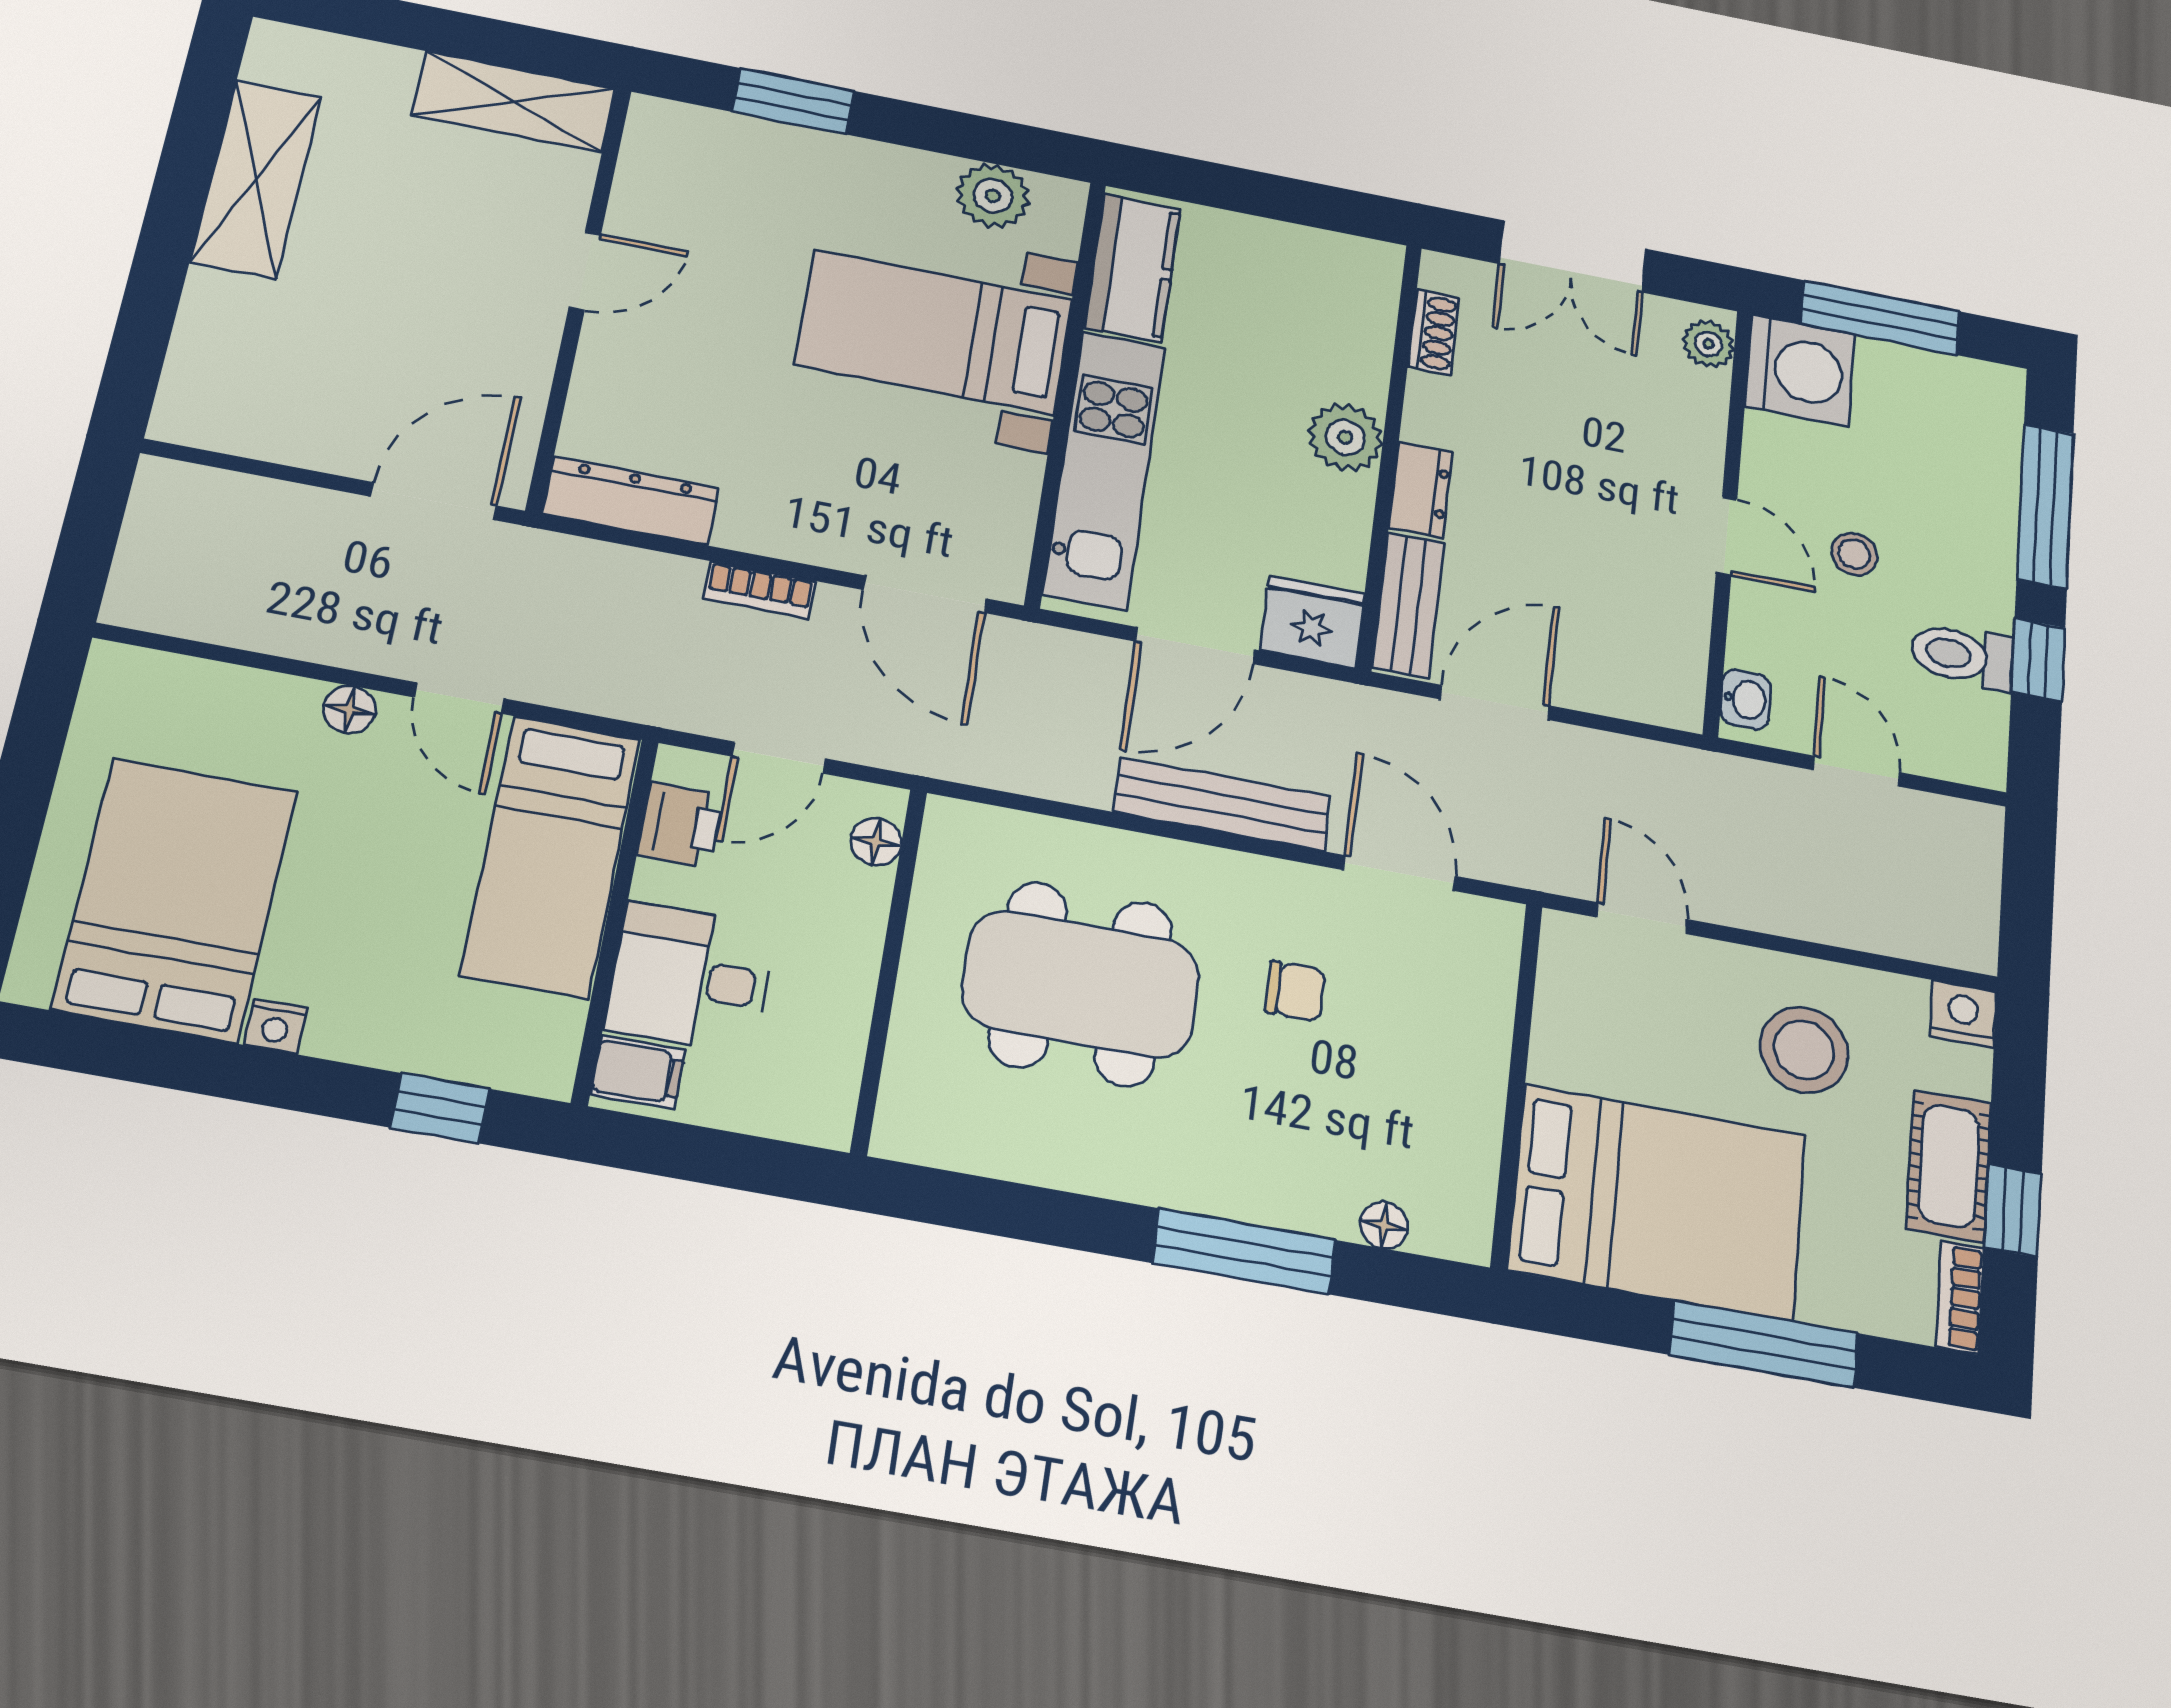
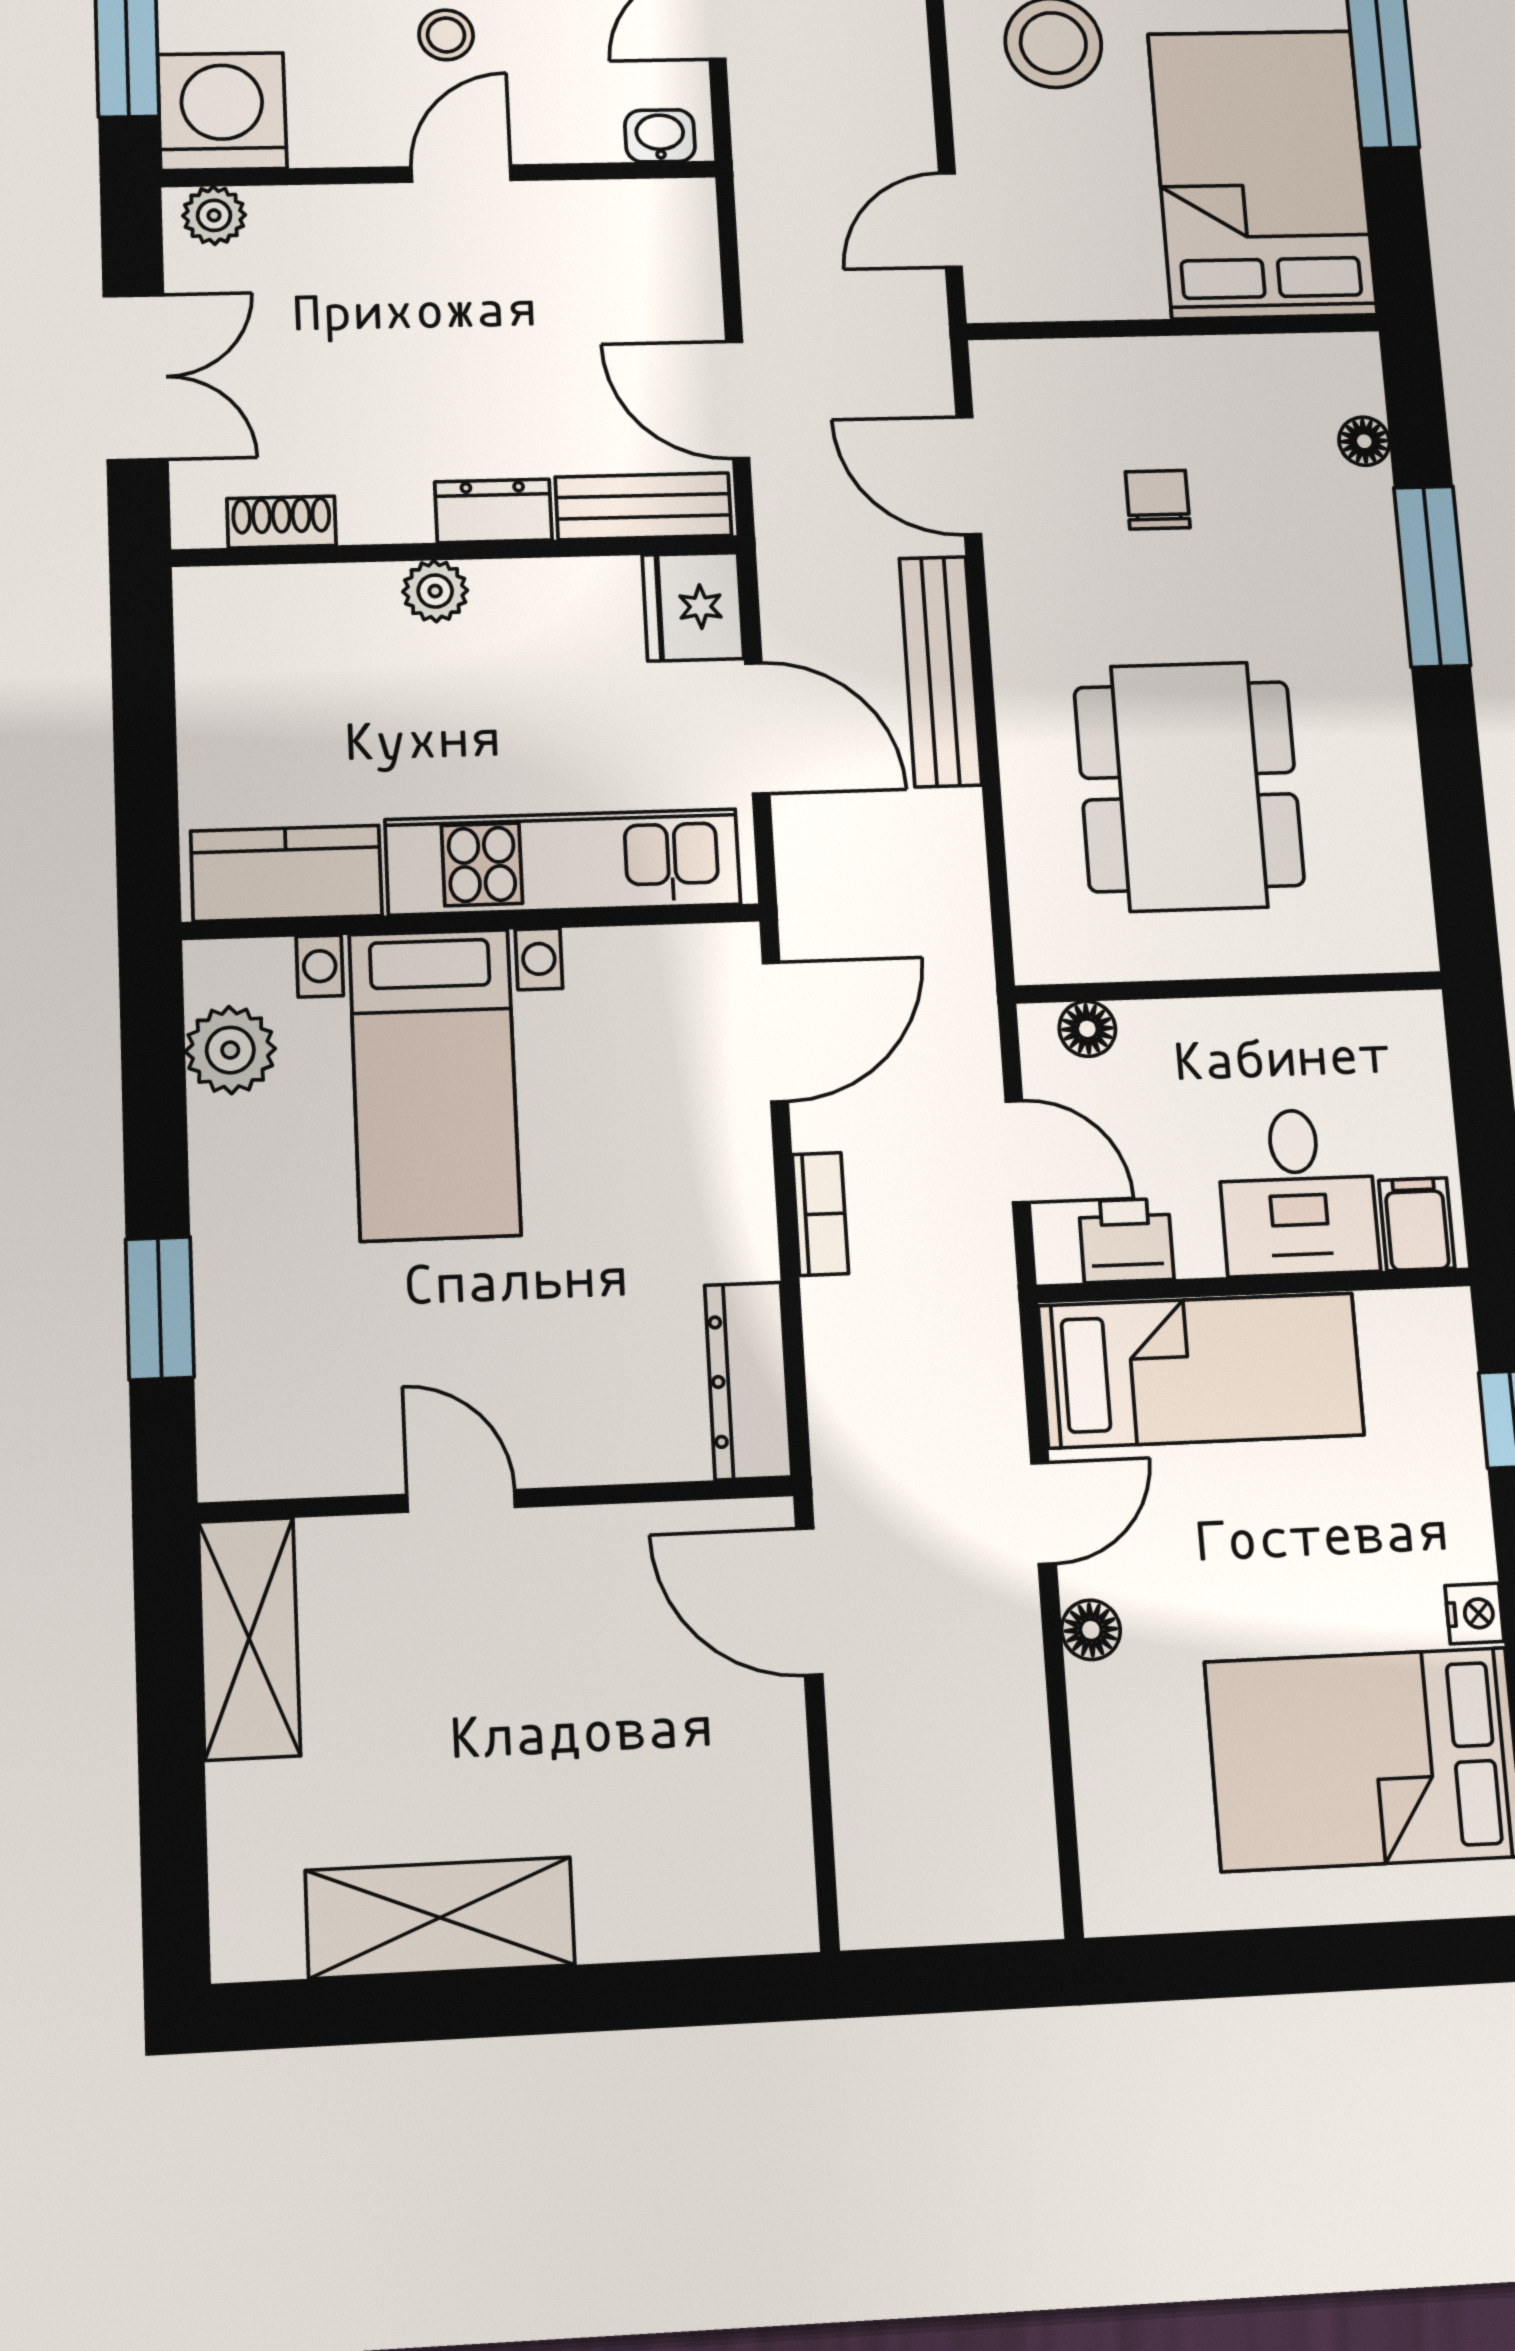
plant: (1345, 437) -> (435, 591), width x0.73, depth x0.73
door: (1399, 873) -> (969, 476), hinge flipped
chair: (1295, 991) -> (1158, 500), moved

